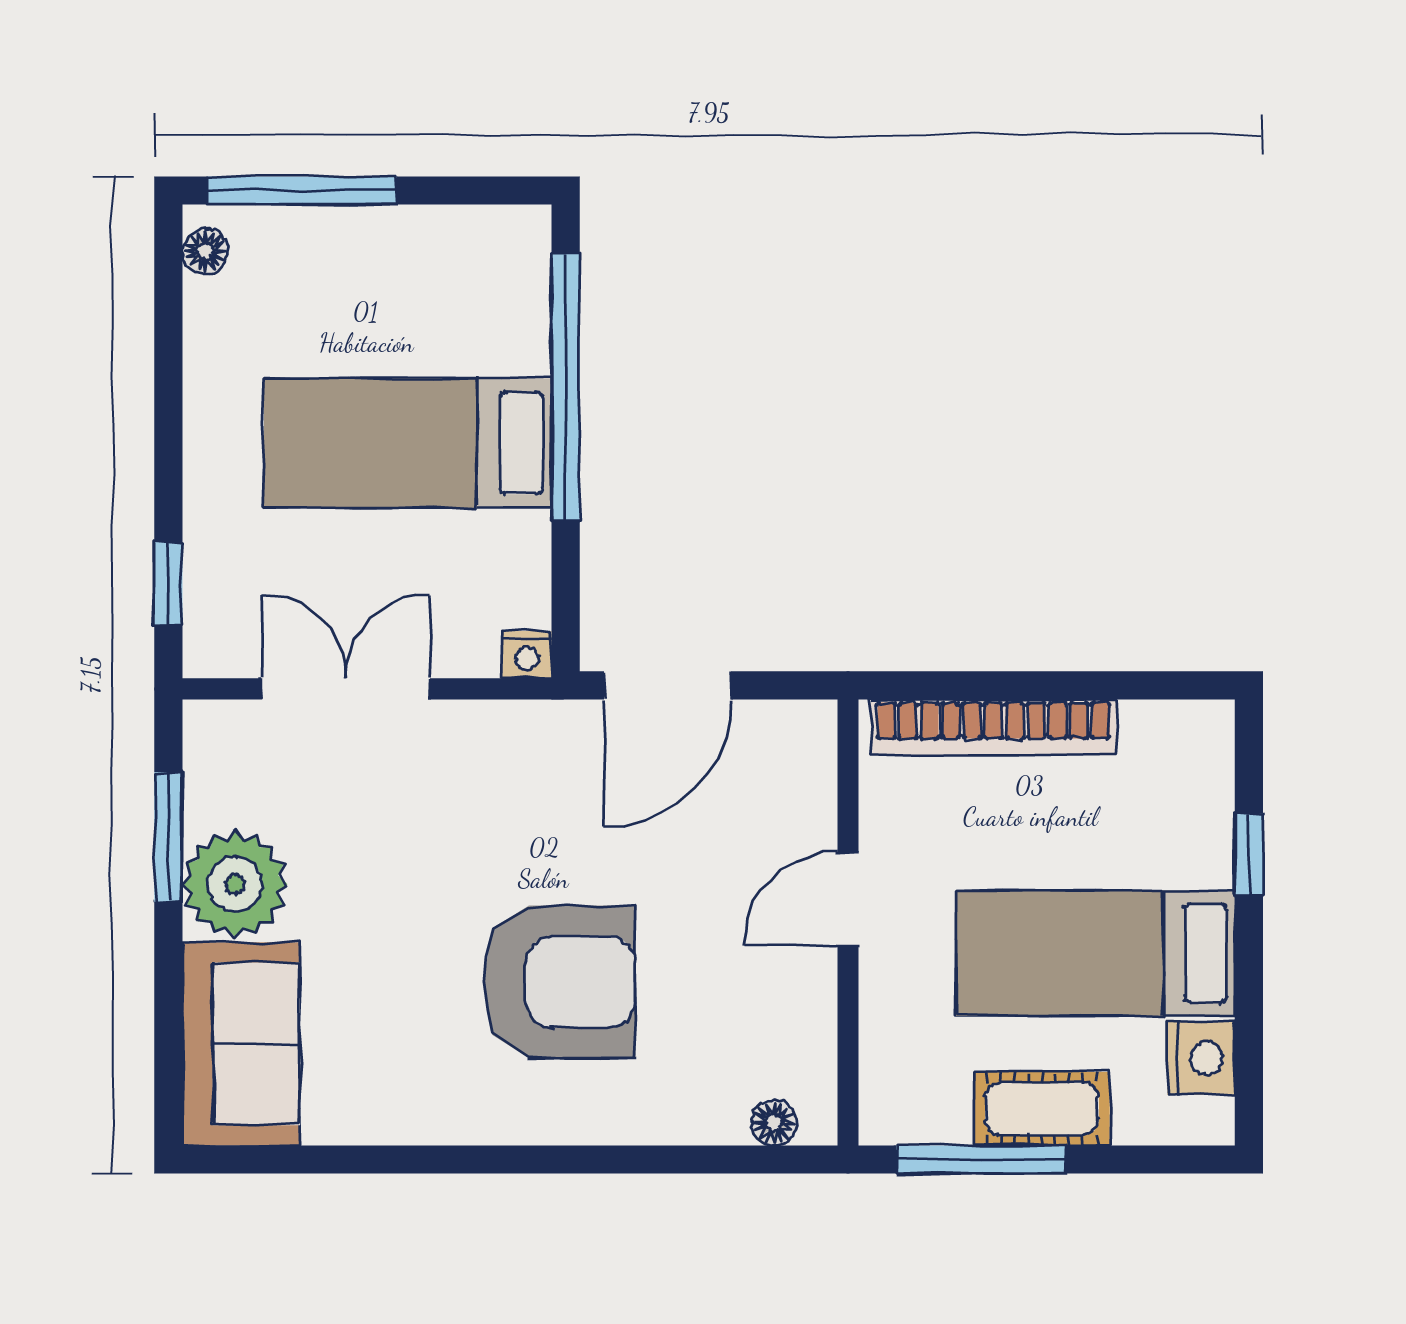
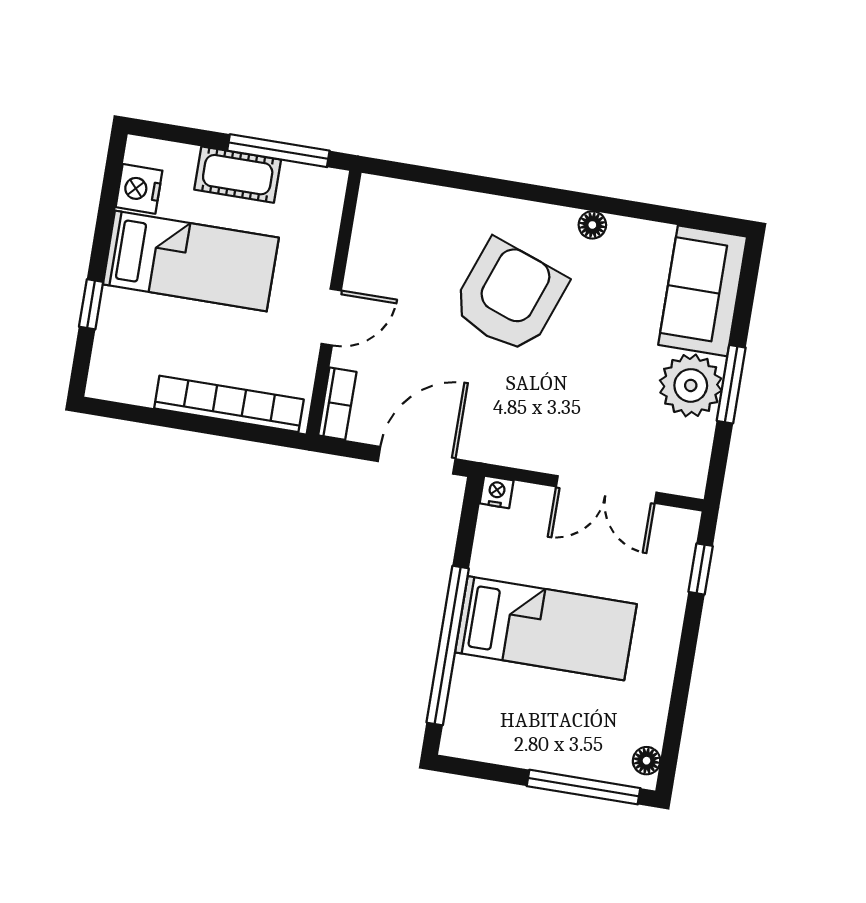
bookcase: (814, 757) -> (337, 404), added
window: (168, 837) -> (731, 384), moved
armchair: (559, 982) -> (509, 296), turned 110
floor lamp: (774, 1123) -> (592, 225), moved

